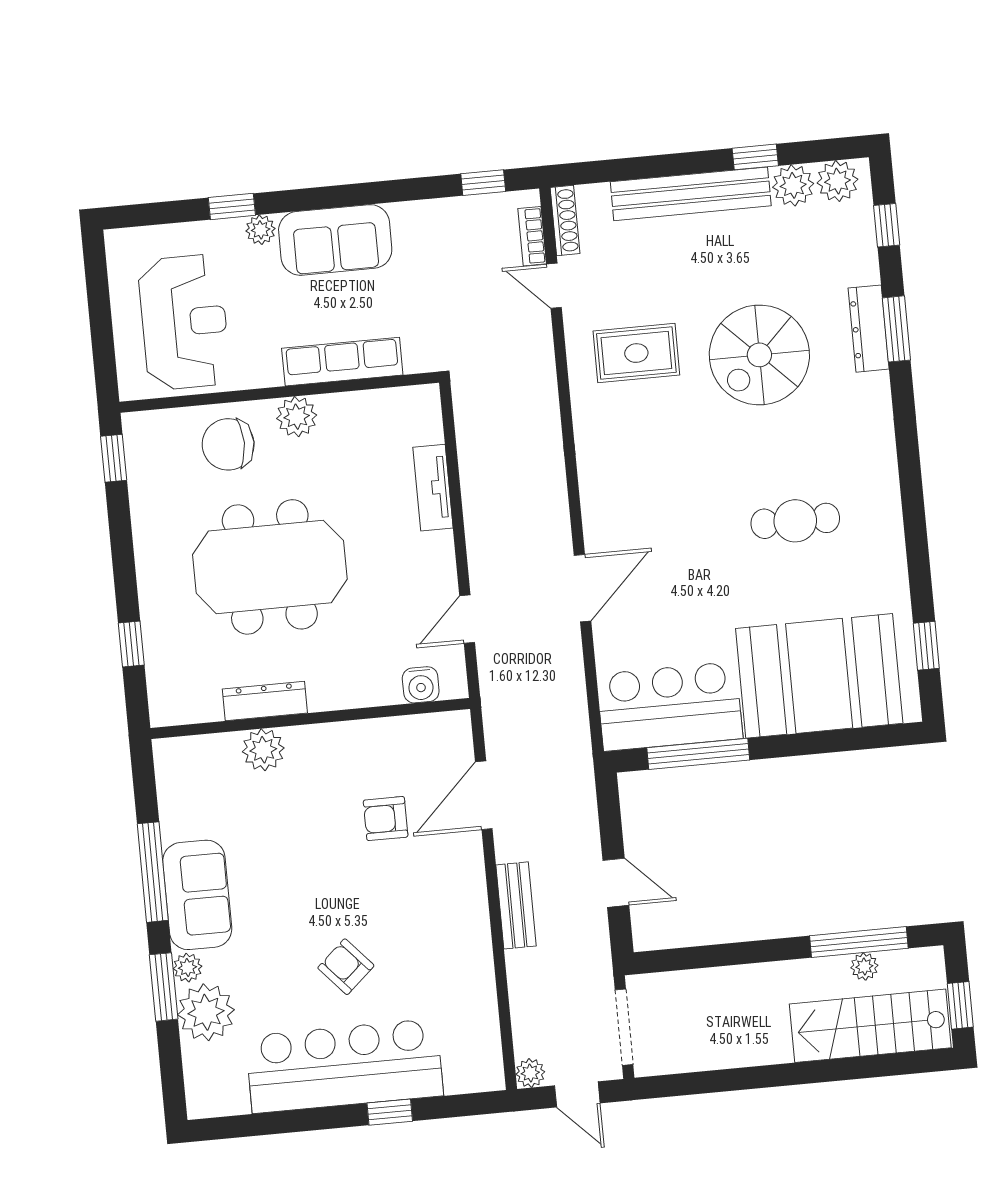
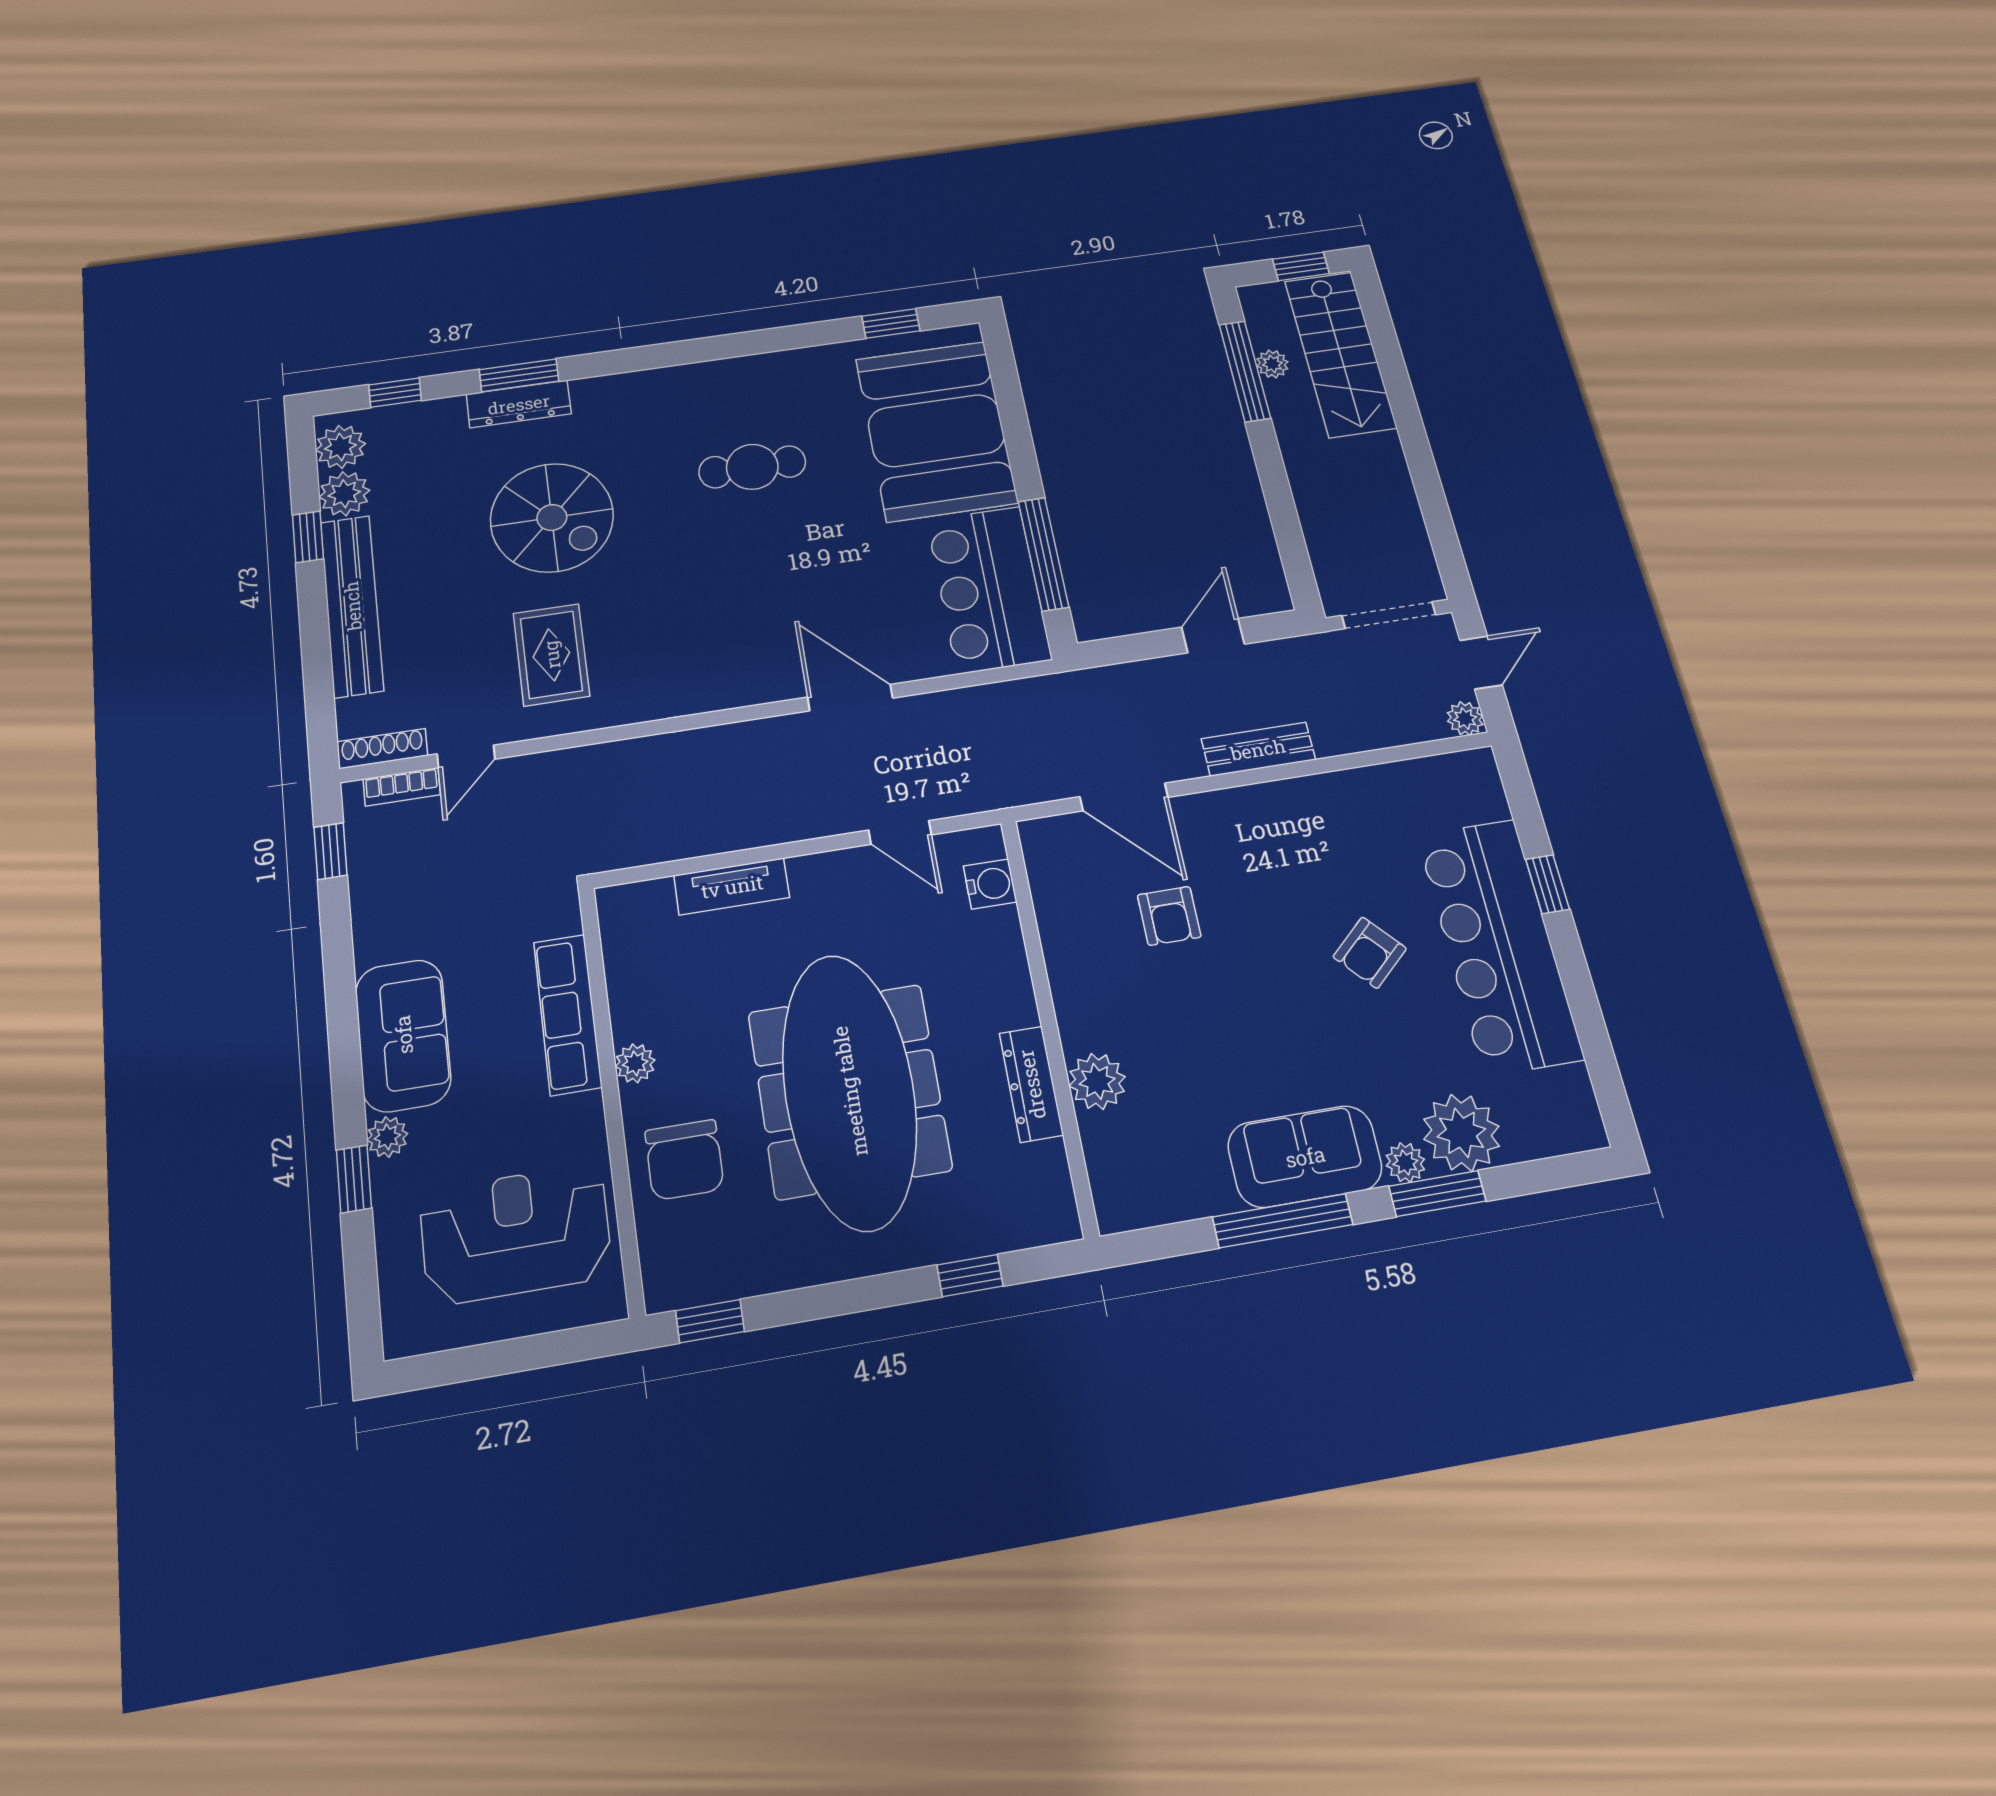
plant: (297, 417) -> (635, 1063), width x0.73, depth x0.73
cafe table: (795, 521) -> (752, 467), turned 90
meeting table: (270, 567) -> (849, 1091), width x1.36

